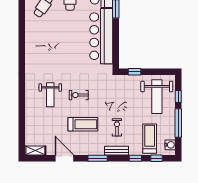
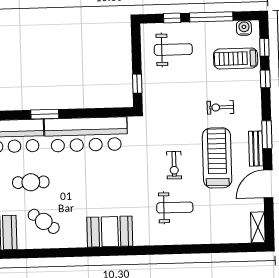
booth: (35, 50) -> (110, 232), added
weight bench: (157, 97) -> (173, 50), width x0.73, depth x0.75
treadmill: (83, 124) -> (217, 158), width x1.37, depth x1.38
bench: (116, 151) -> (256, 149), moved

